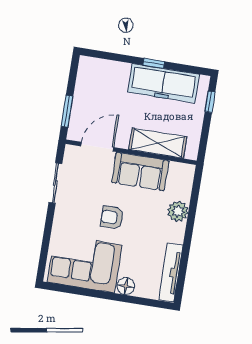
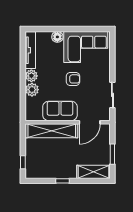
shelving: (104, 69) -> (94, 172), added
freezer: (164, 83) -> (54, 169), removed
window: (67, 111) -> (112, 154), moved
shelving: (158, 143) -> (52, 131), width x1.47
plant: (175, 233) -> (31, 76), added

